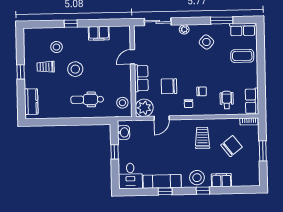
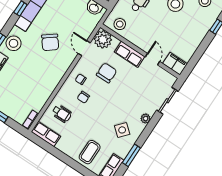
filing cabinet: (99, 33) -> (175, 64), moved, turned 90
trolley: (202, 138) -> (44, 71), removed
chair: (232, 146) -> (50, 42), moved

